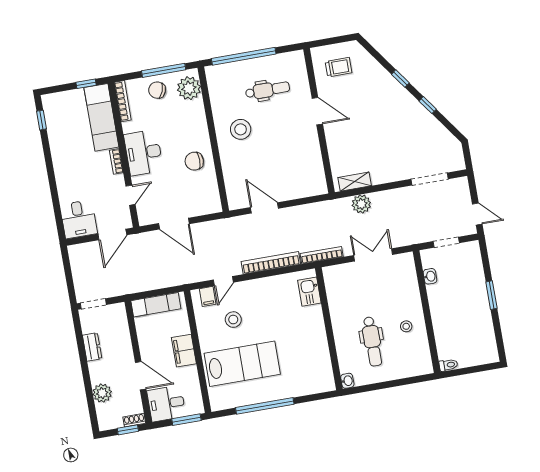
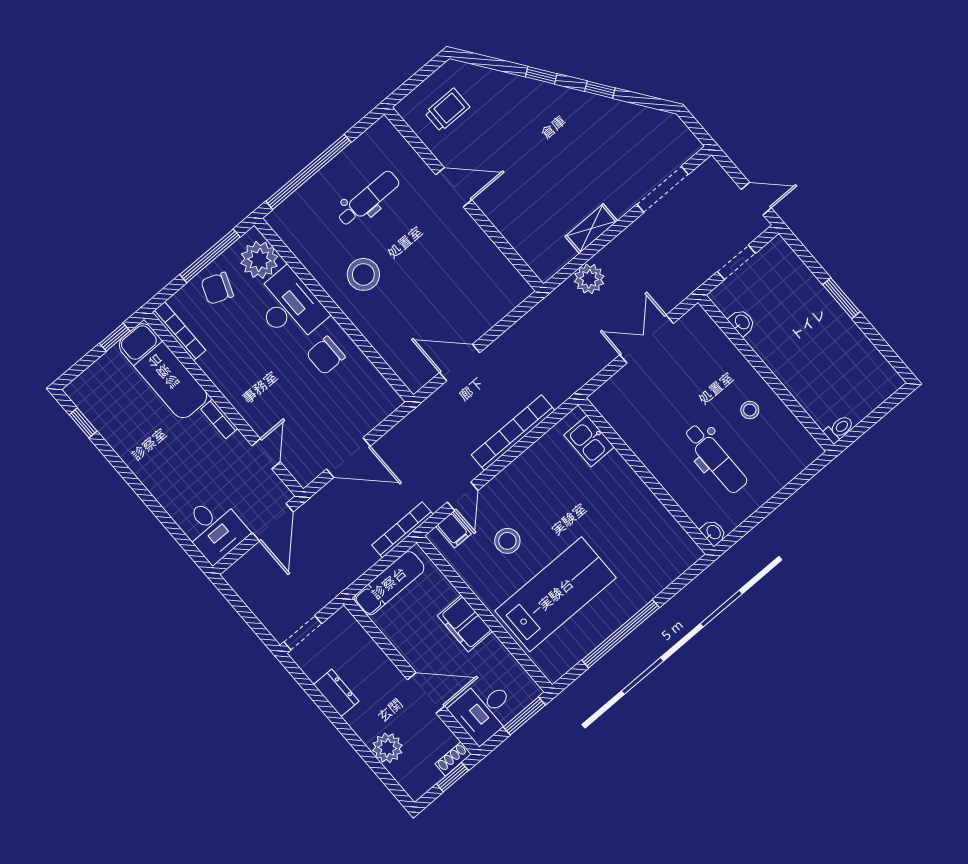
desk: (143, 153) -> (289, 307), moved, turned 180
shelving: (355, 182) -> (591, 229), moved
bookcase: (322, 255) -> (402, 530), moved

